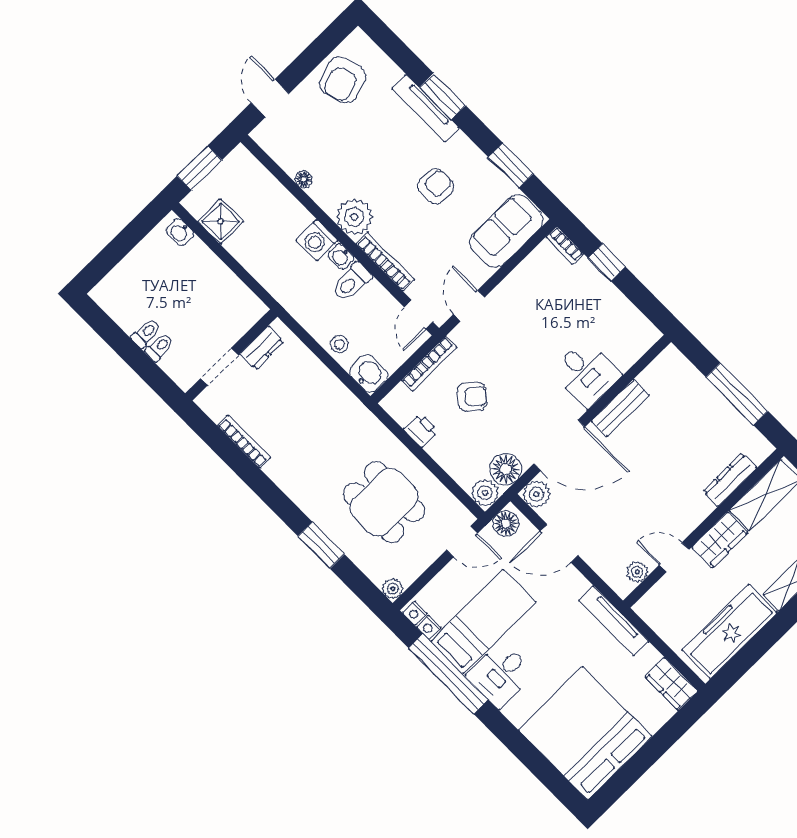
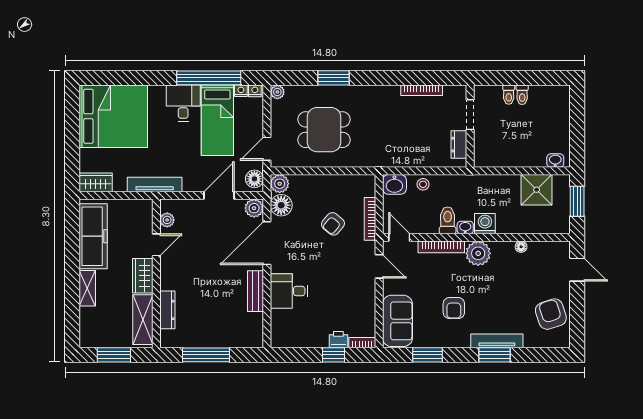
shower: (221, 221) -> (537, 190), width x1.36, depth x1.36
printer: (421, 430) -> (338, 340), moved, turned 180

